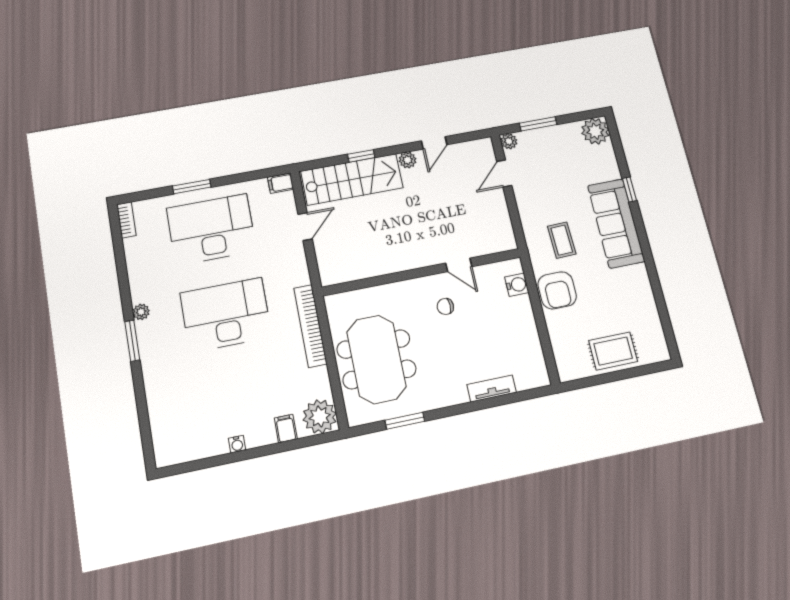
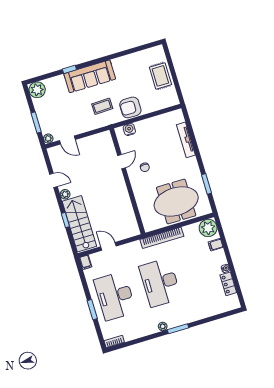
armchair: (557, 290) -> (130, 107), turned 180
tv unit: (492, 389) -> (186, 140), width x1.41
locker: (206, 447) -> (228, 284), added

